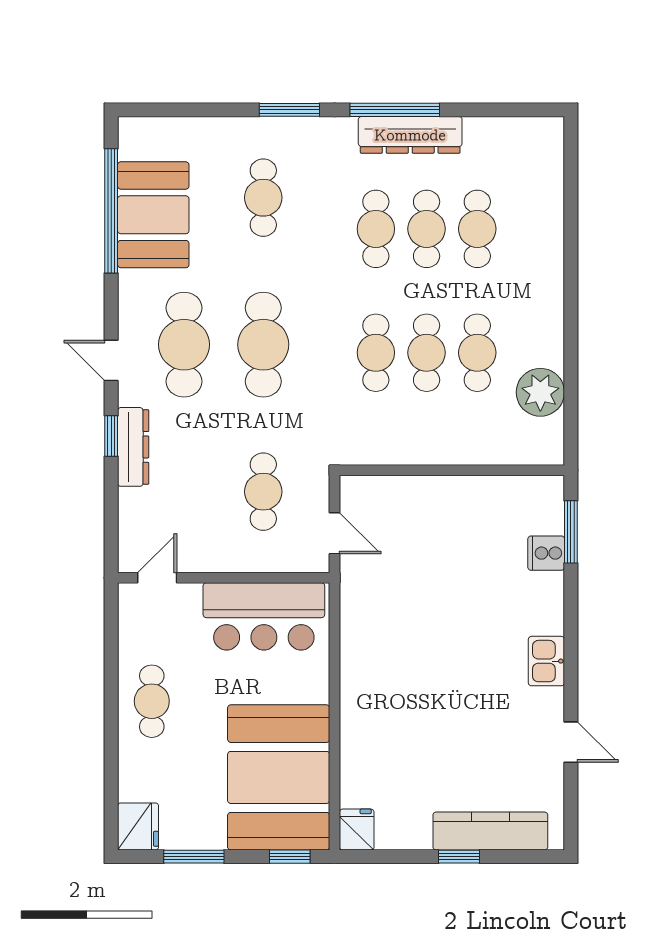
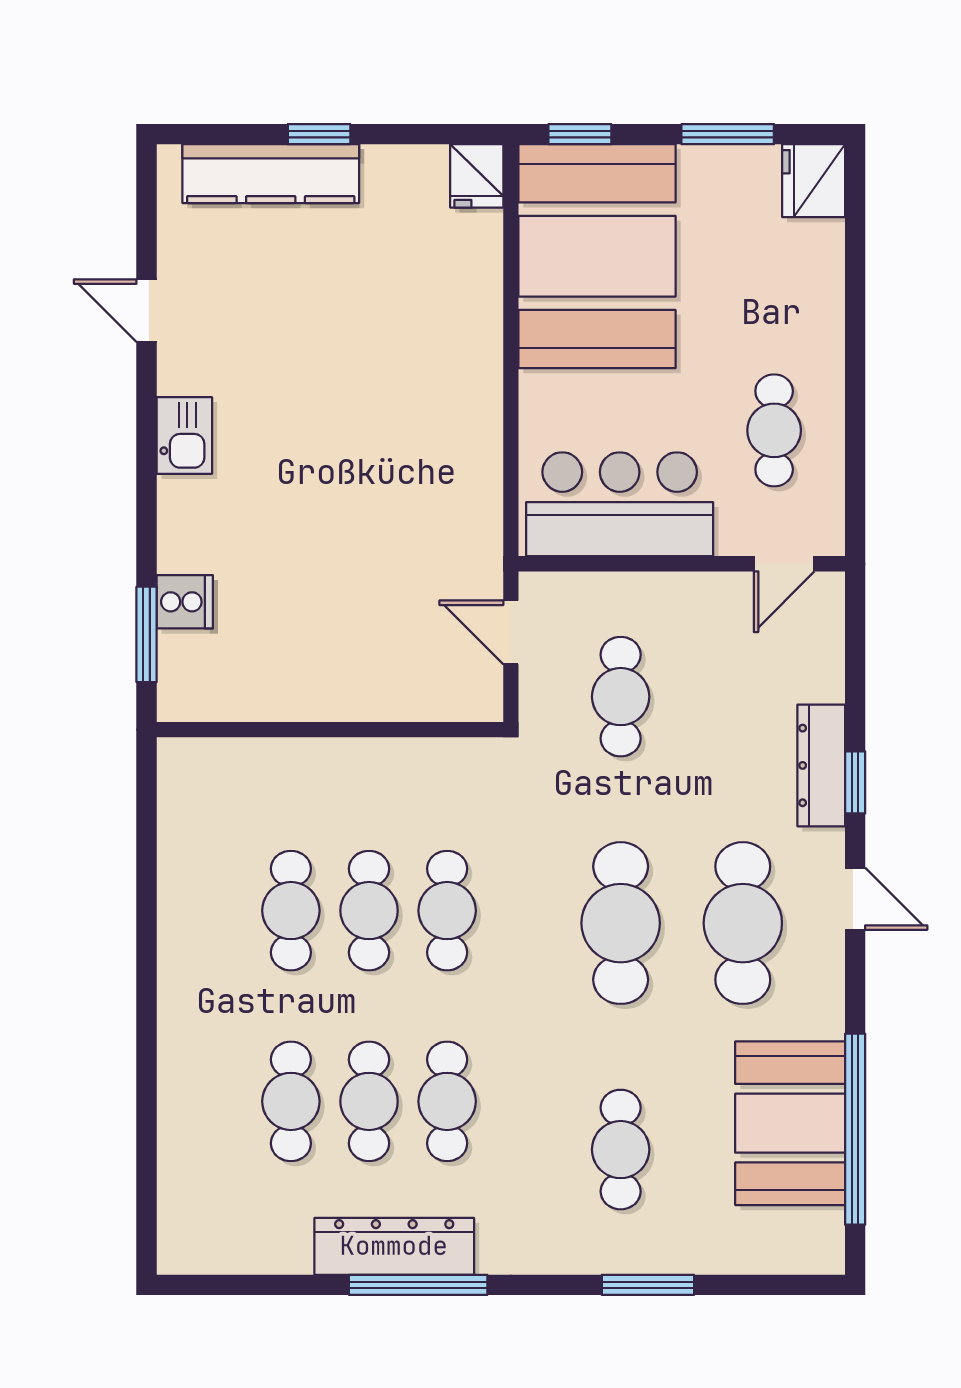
window: (289, 110) -> (648, 1285), moved
plant: (540, 392) -> (194, 850), removed
cafe table: (152, 701) -> (774, 430), moved

